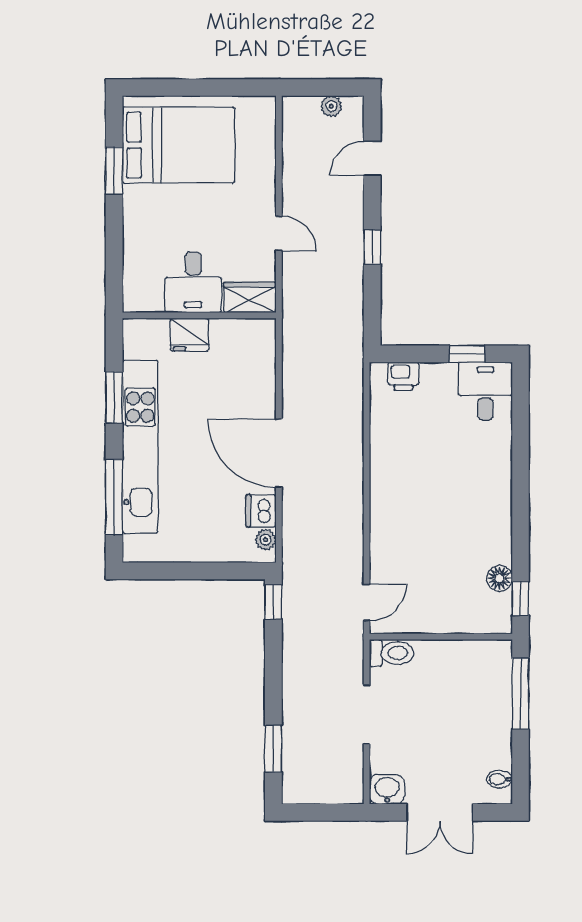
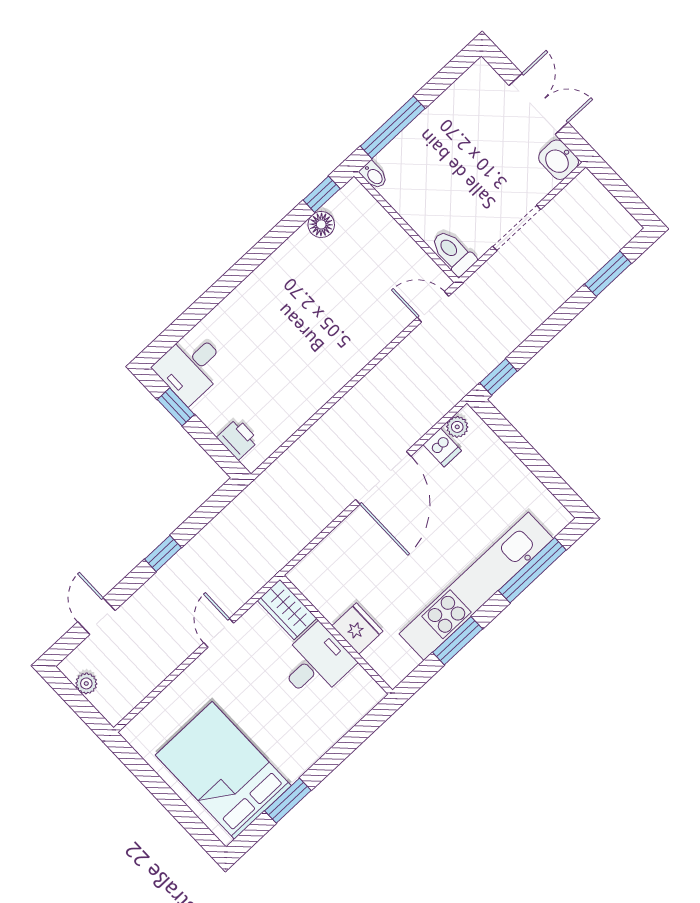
door: (372, 158) -> (96, 616), swing flipped
dishwasher: (261, 511) -> (442, 448), width x0.73
bidet: (499, 779) -> (374, 175), moved

